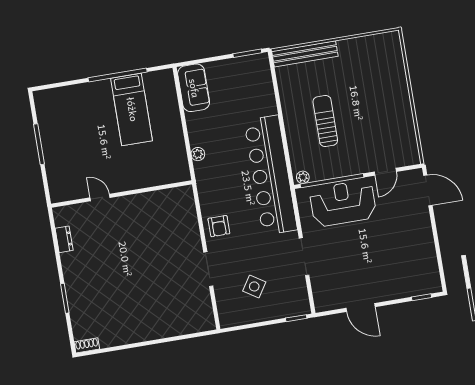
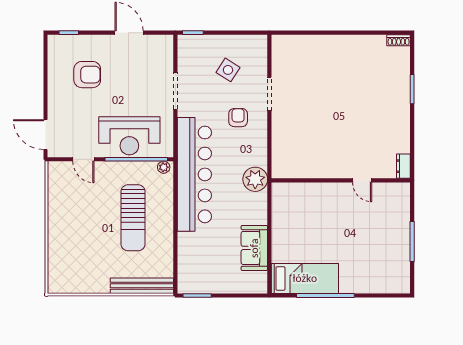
sofa: (194, 88) -> (254, 248), moved
bed: (132, 109) -> (305, 278), moved, turned 90
sun lounger: (325, 121) -> (133, 218), width x1.36, depth x1.34
plant: (198, 154) -> (255, 179), moved, width x1.88, depth x1.88
door: (385, 172) -> (83, 159), swing flipped
armchair: (219, 226) -> (238, 118), moved
dresser: (64, 239) -> (403, 166), moved
armchair: (396, 258) -> (87, 75), added

